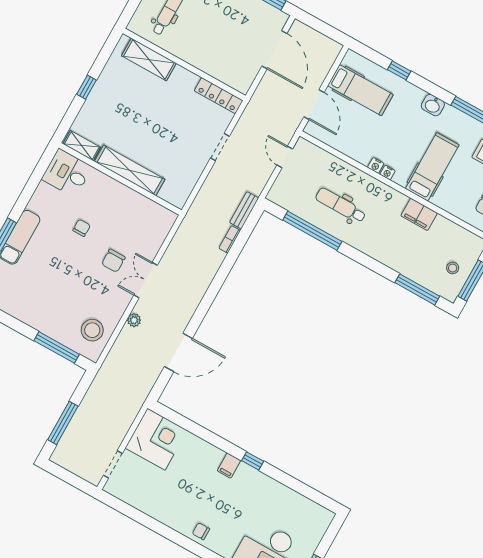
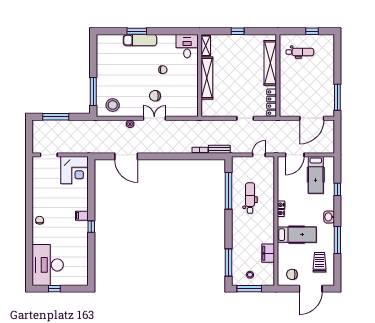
shelving: (149, 59) -> (270, 63), width x1.47
filing cabinet: (419, 214) -> (268, 253), moved

